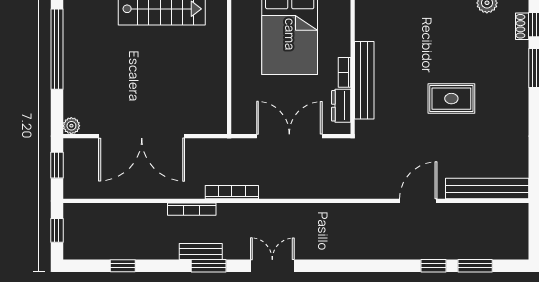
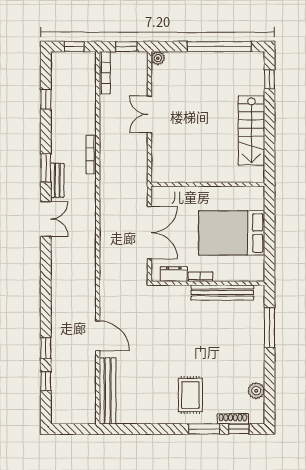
shoe rack: (522, 26) -> (233, 419), width x1.43
bench: (364, 80) -> (222, 293), moved
rug: (451, 99) -> (190, 395), moved
double door: (142, 136) -> (150, 114), width x0.54
bookcase: (232, 192) -> (105, 73), moved
bench: (201, 251) -> (57, 180), moved
window: (475, 266) -> (46, 381), width x0.67

